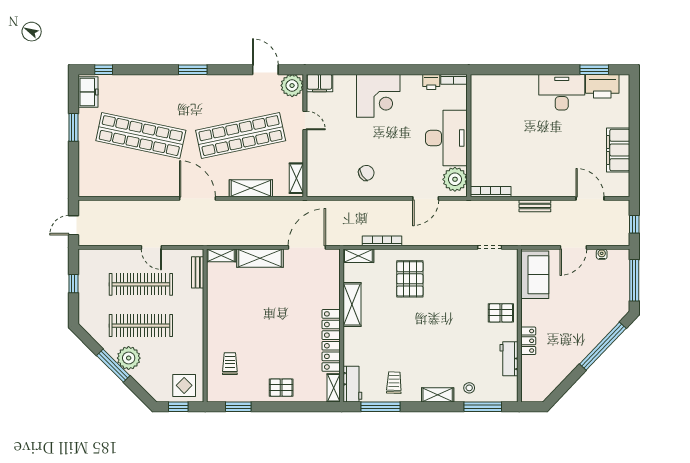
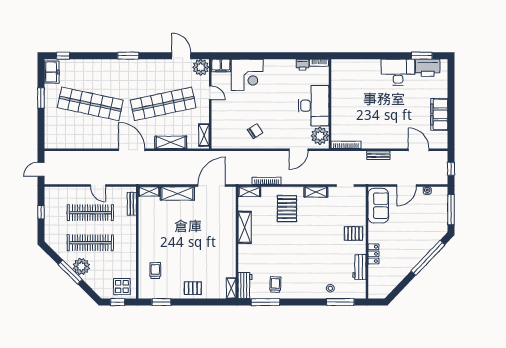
corner desk: (378, 96) -> (247, 75), moved
locker: (331, 340) -> (229, 254), removed
shelving: (438, 395) -> (316, 192), moved

